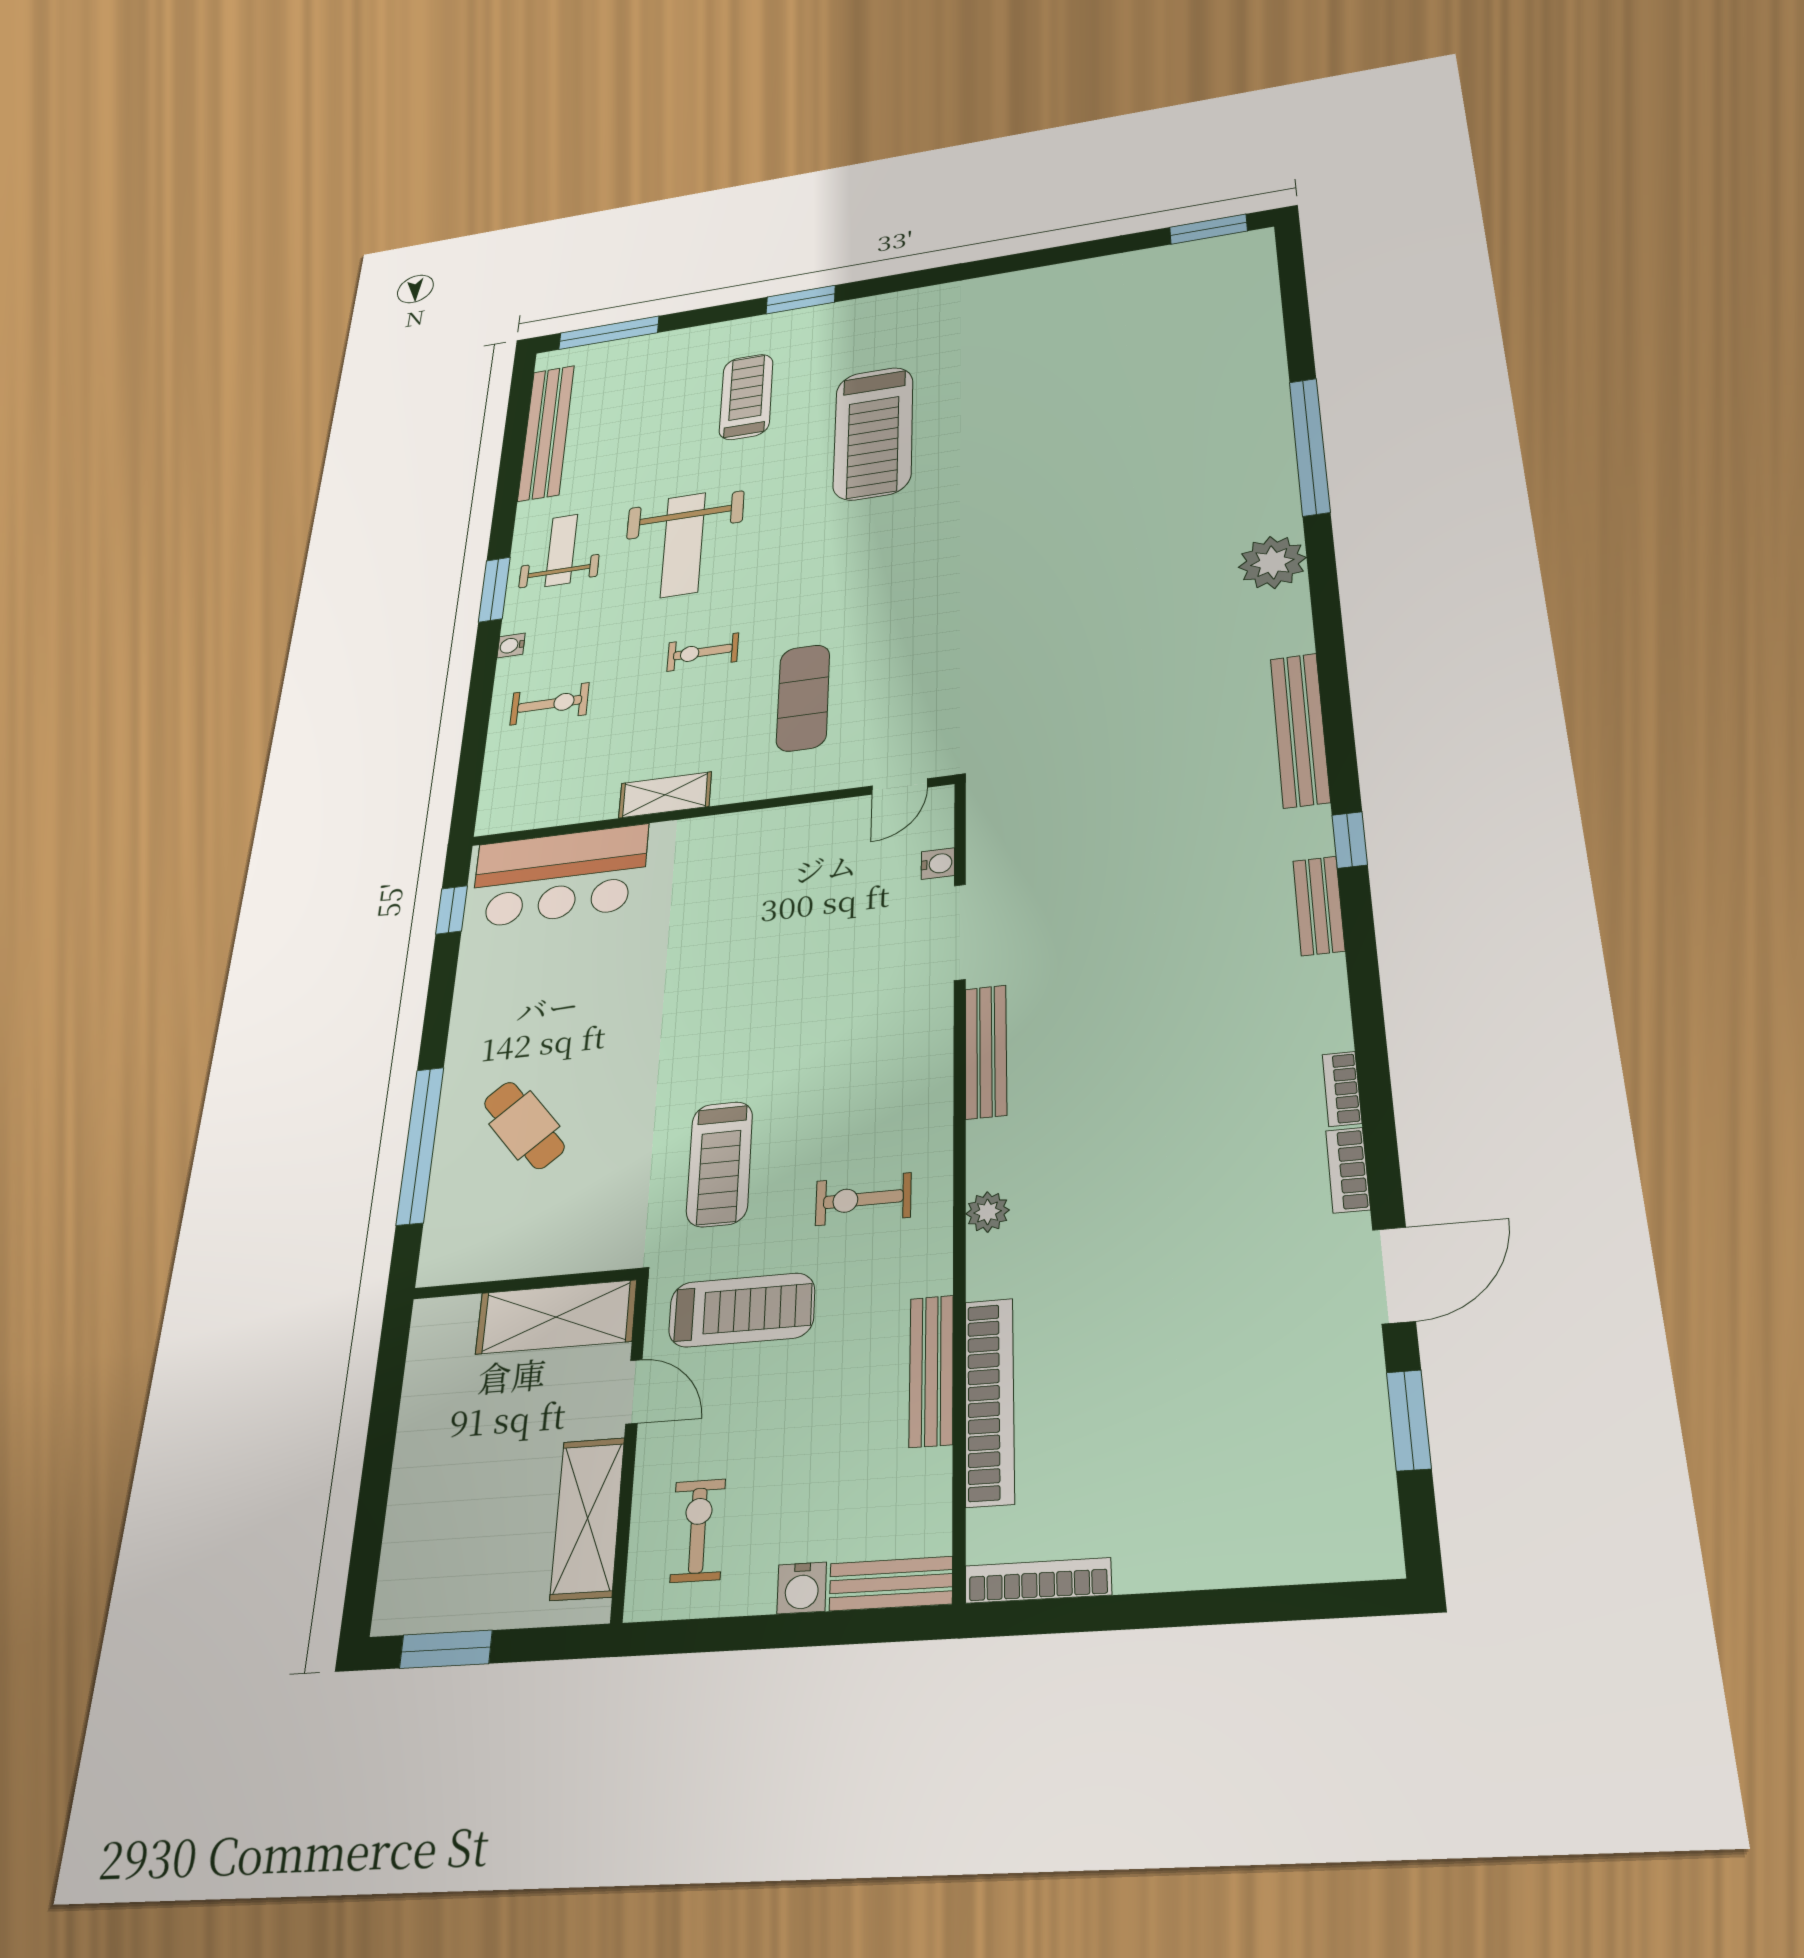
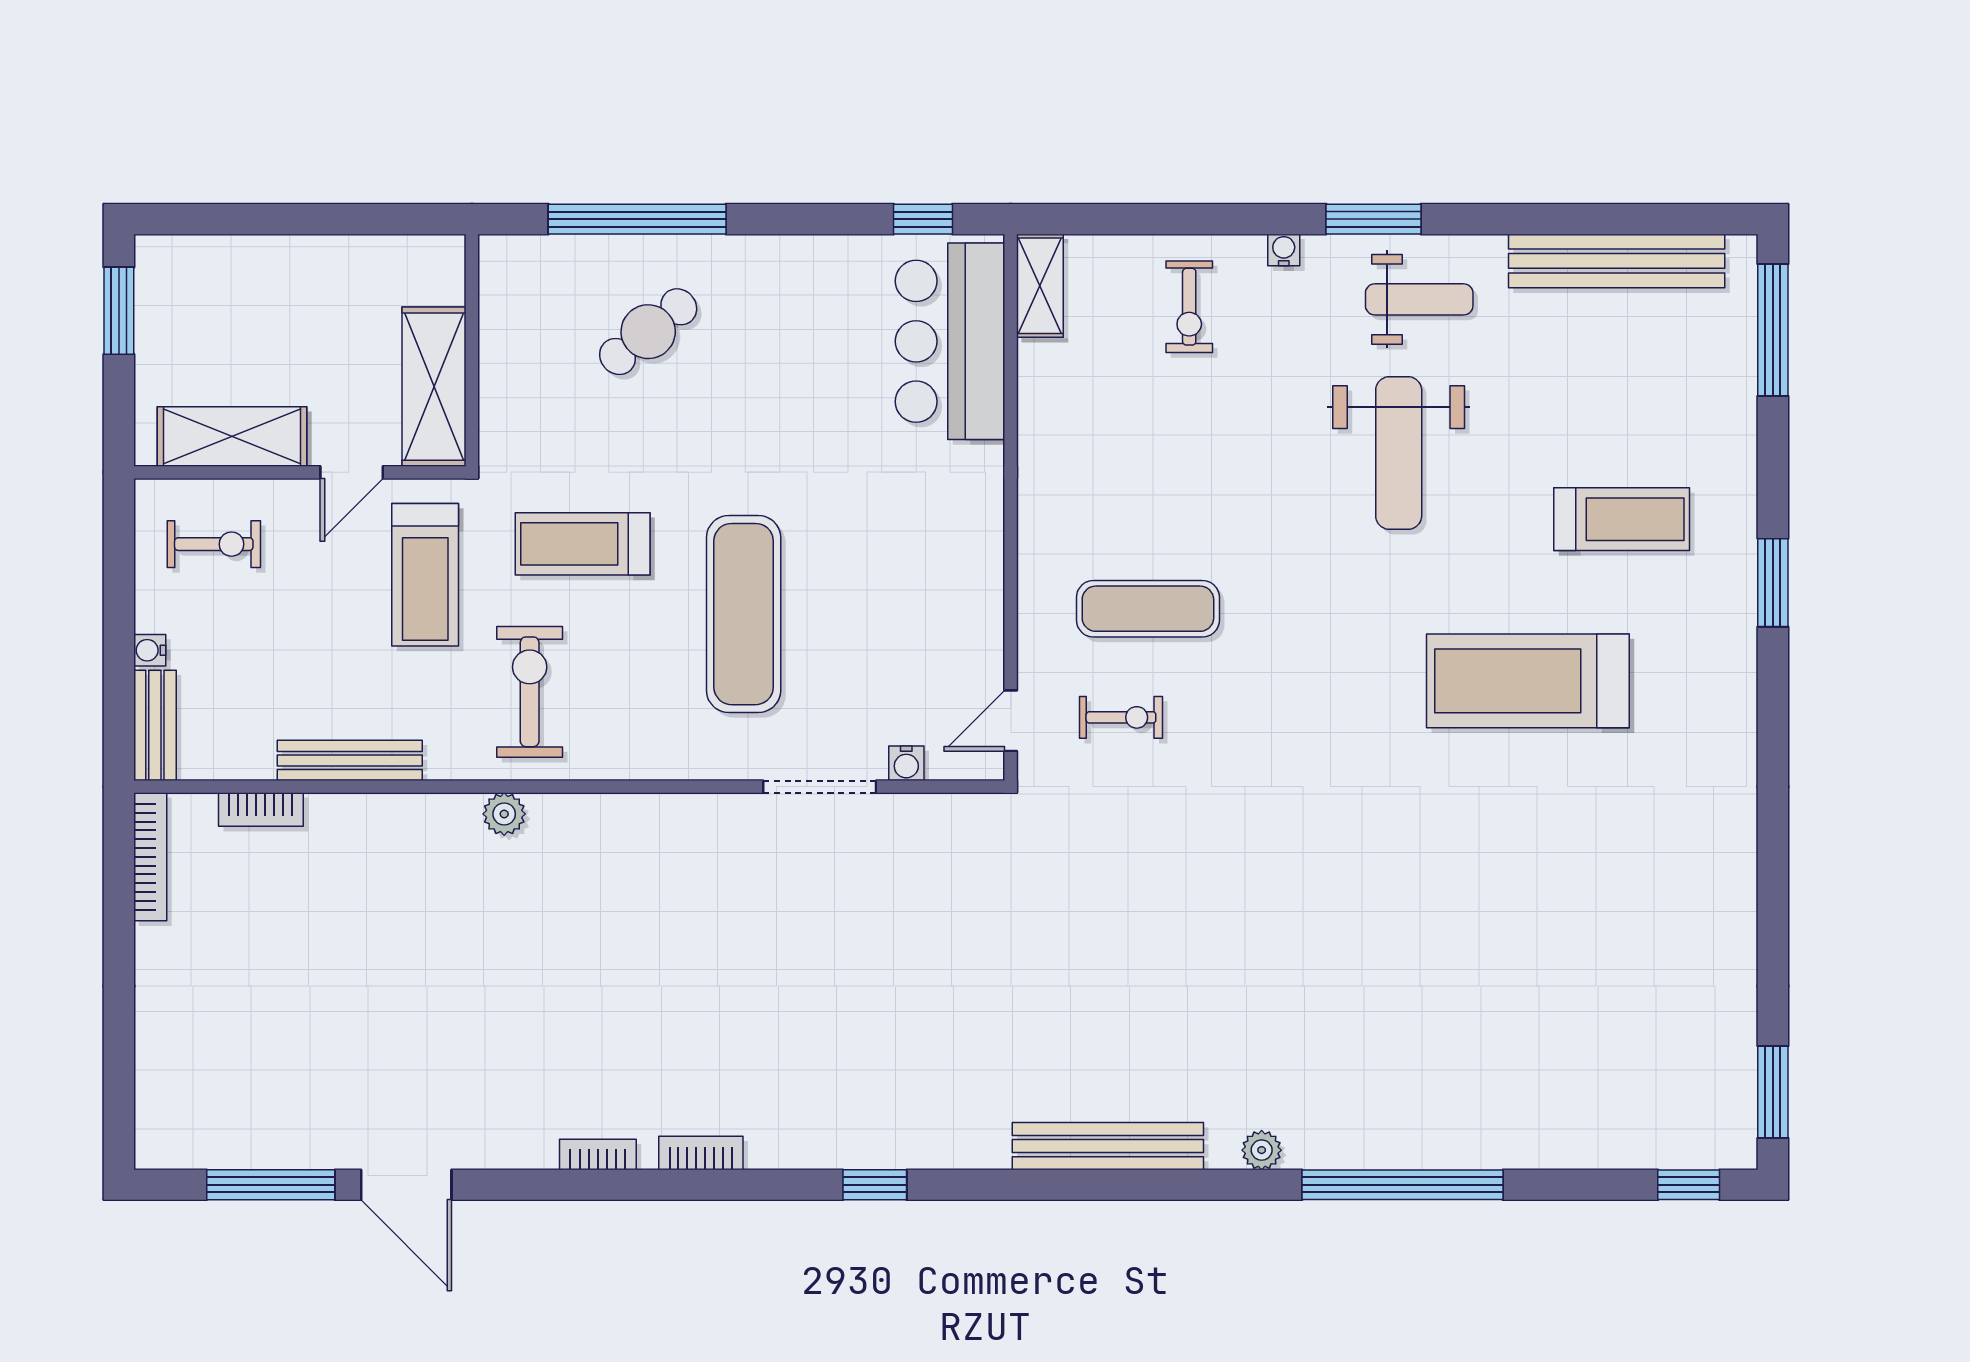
window: (1291, 265) -> (1689, 1185), added
weight bench: (683, 545) -> (1399, 453), turned -90
plant: (1272, 562) -> (1262, 1150), width x0.53, depth x0.53
exercise bike: (703, 652) -> (1121, 717), moved, turned 90
bench: (1300, 730) -> (1108, 1146), moved
door: (900, 787) -> (1011, 721), hinge flipped
shelving: (665, 795) -> (1040, 286), moved
bench: (1319, 906) -> (802, 1149), removed
exercise mat: (794, 1015) -> (744, 614), added
bench: (986, 1051) -> (678, 813), removed
bookcase: (1348, 1170) -> (701, 1153), moved
exercise bike: (863, 1199) -> (530, 692), width x1.38, depth x1.39
bookcase: (990, 1401) -> (261, 810), width x0.43, depth x0.76
window: (1409, 1420) -> (271, 1185), width x1.44
water cooler: (802, 1588) -> (150, 650), width x0.72, depth x0.72

